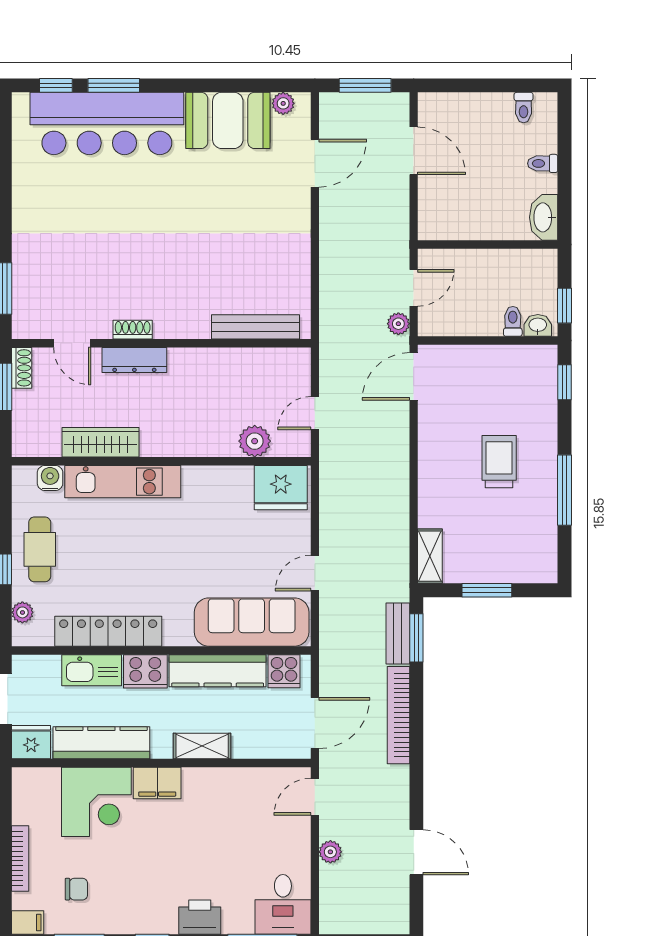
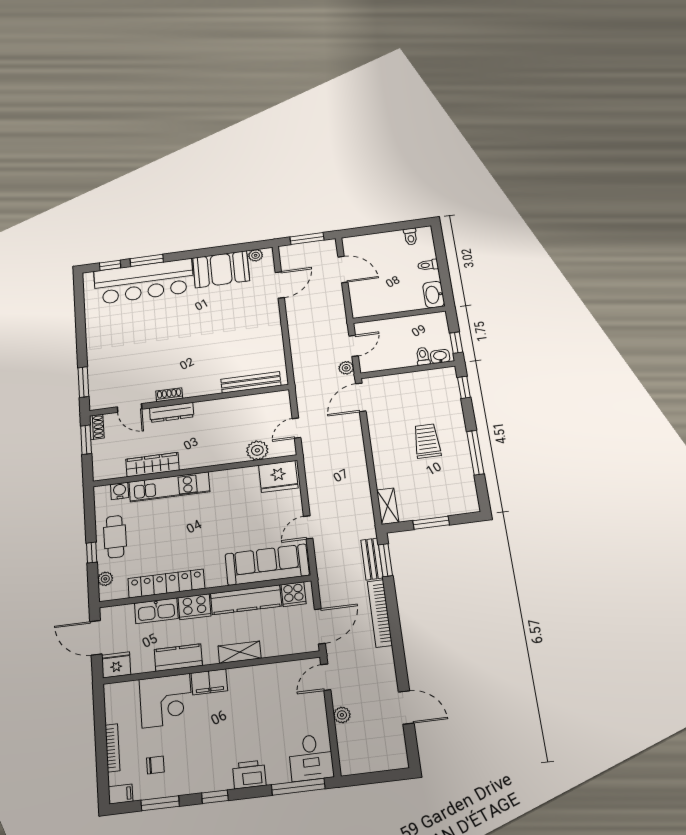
kitchen counter: (101, 743) -> (178, 658), width x0.67

